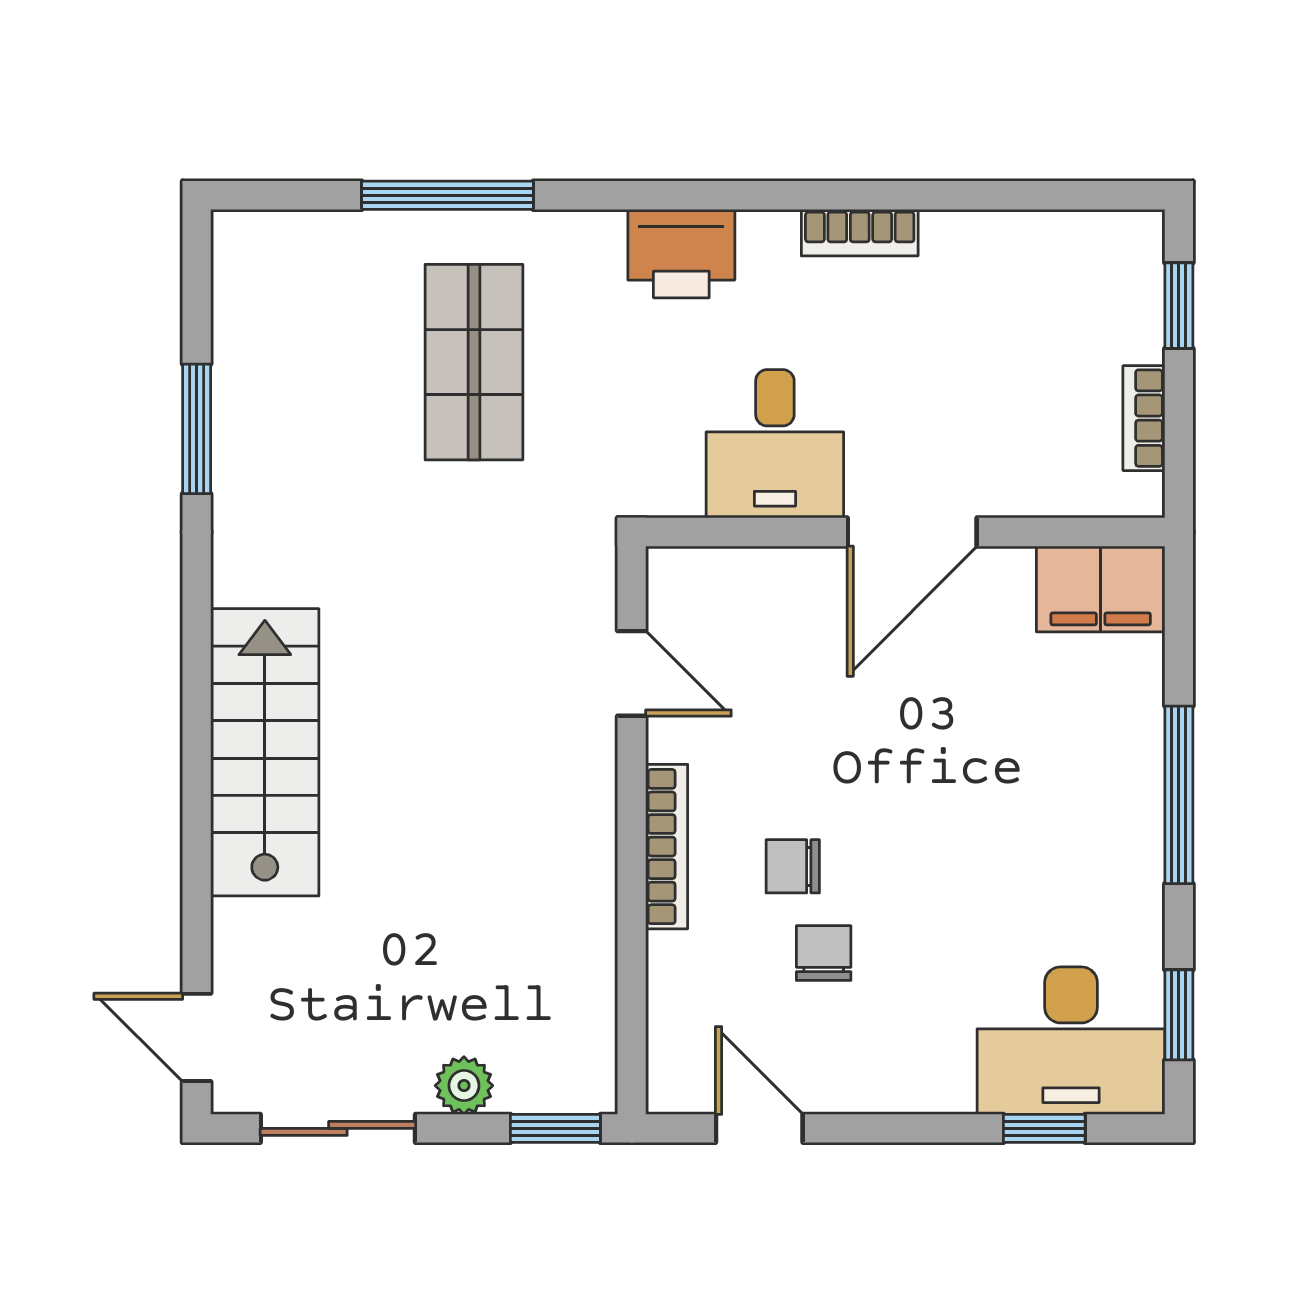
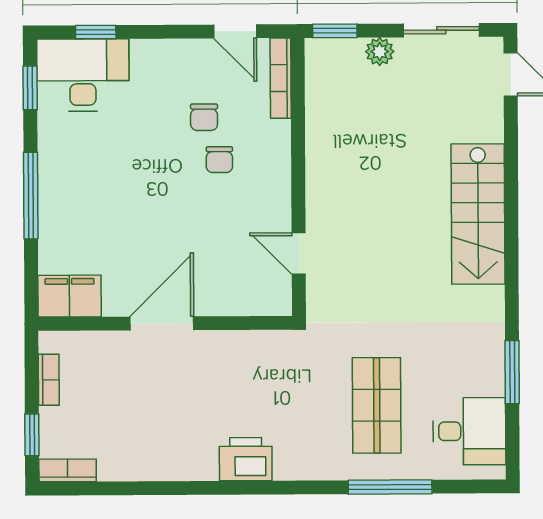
bookcase: (860, 233) -> (68, 470), moved
printer: (681, 254) -> (246, 459), moved
desk: (775, 444) -> (469, 431), moved, turned 90
bookcase: (667, 847) -> (281, 78), moved
chair: (793, 866) -> (219, 160), turned 90

